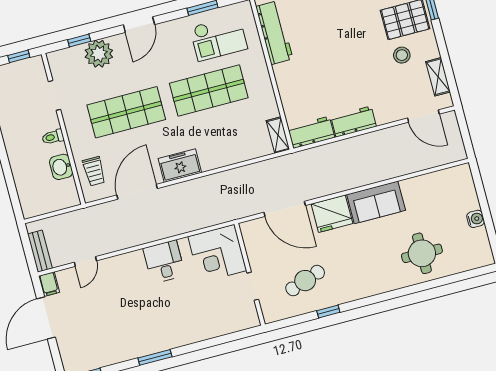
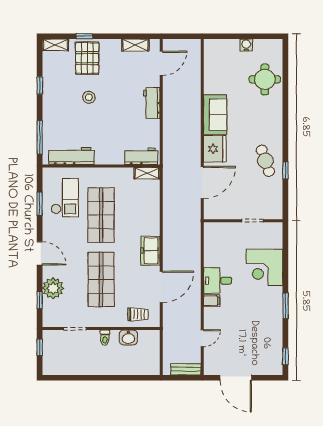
stool: (402, 55) -> (89, 97), moved
workbench: (354, 122) -> (152, 103), moved
workbench: (311, 132) -> (141, 156), moved, turned 90
door: (137, 192) -> (161, 287), swing flipped
round table: (422, 253) -> (265, 79), moved
corner desk: (217, 254) -> (265, 267), moved, turned 90
door: (85, 262) -> (202, 338), hinge flipped
cafe table: (305, 281) -> (265, 161), moved
filing cabinet: (49, 284) -> (212, 301), moved

